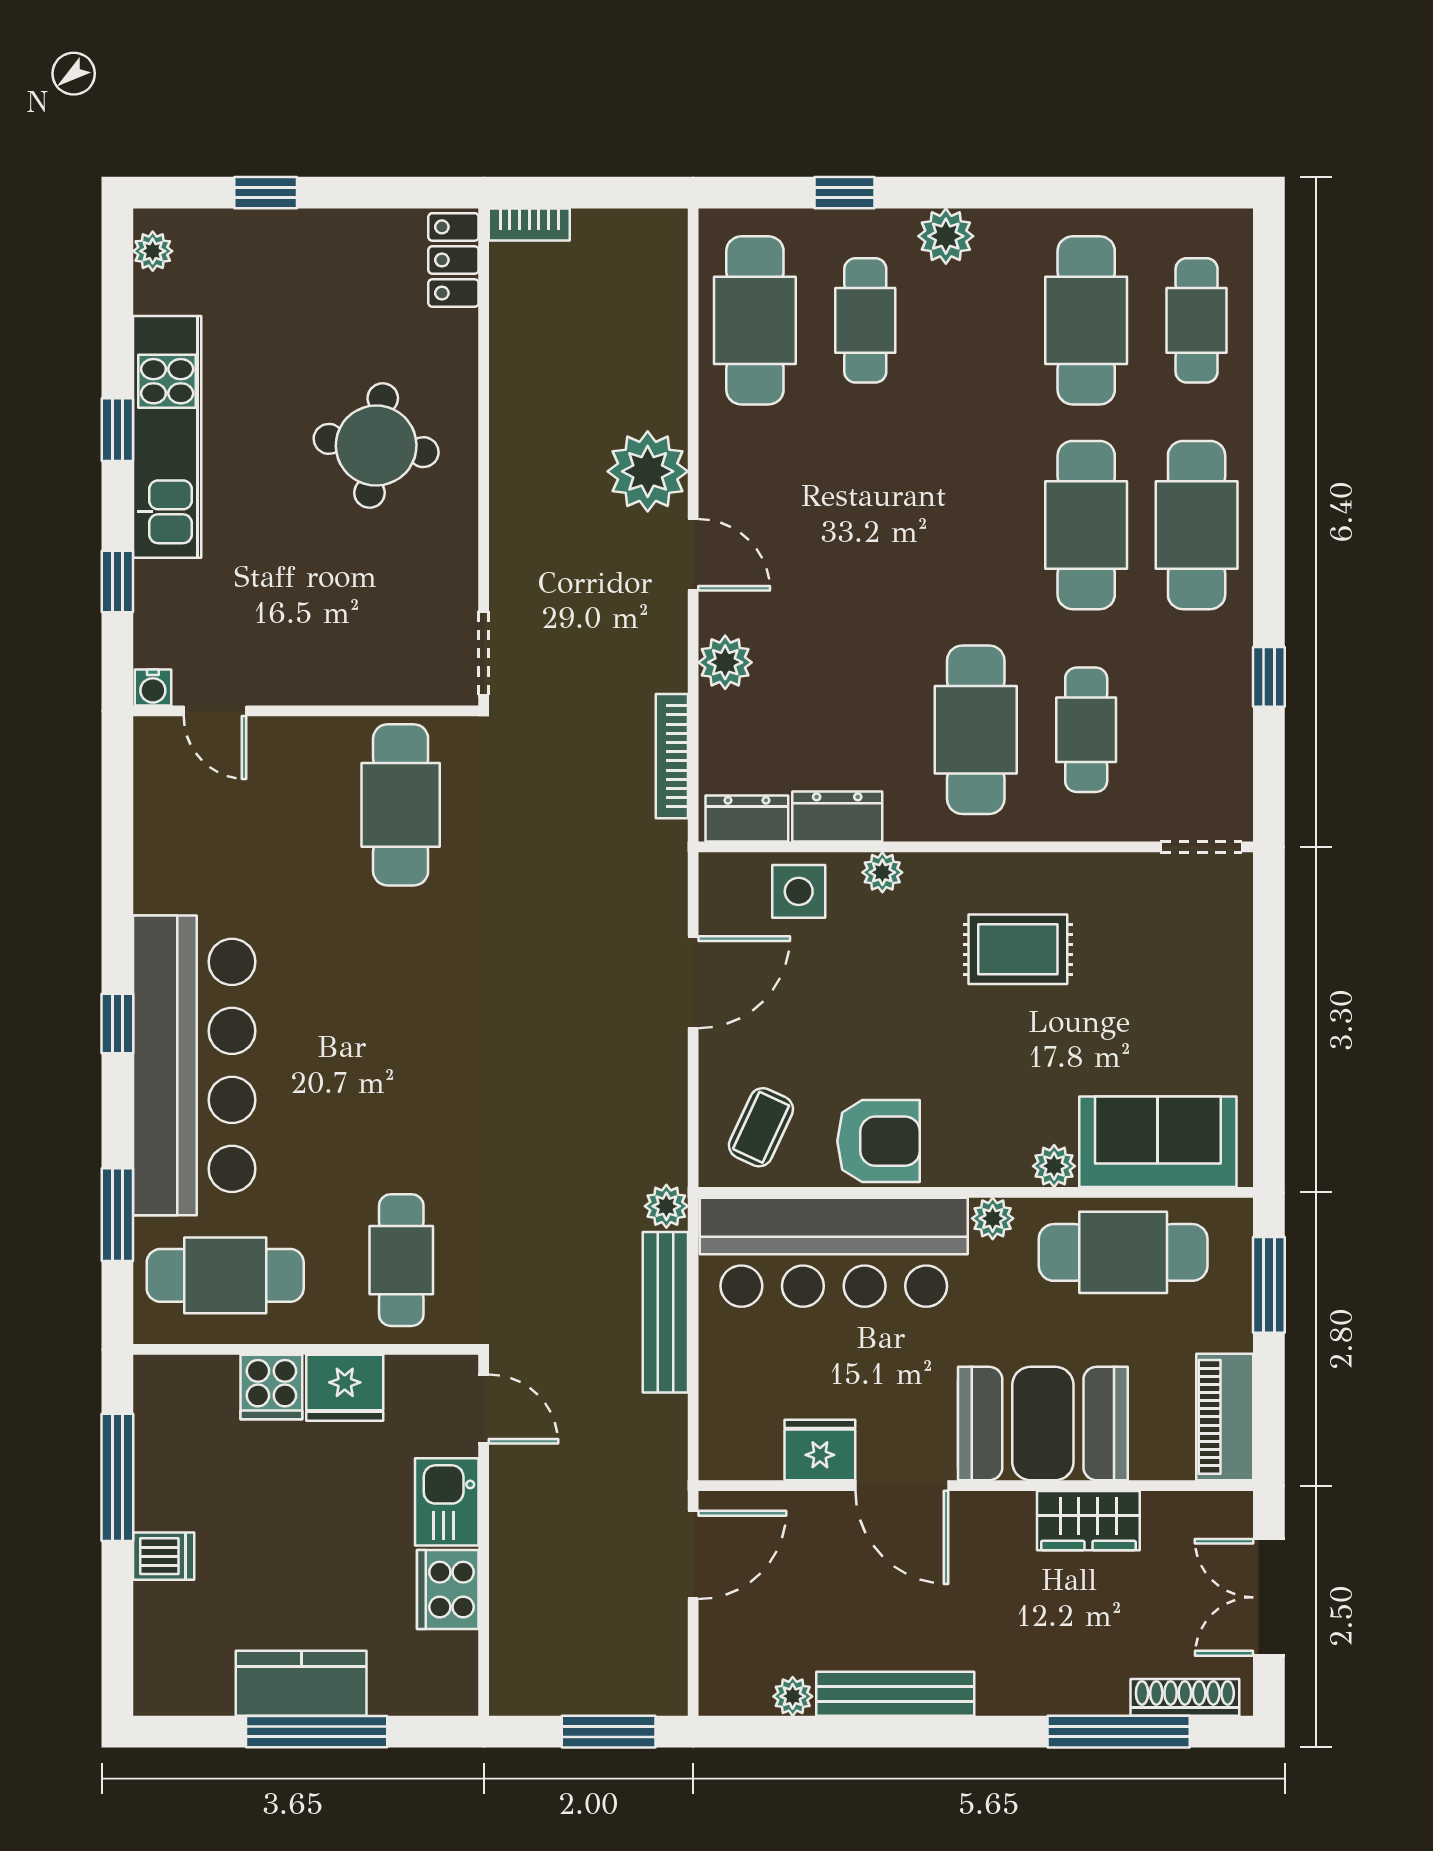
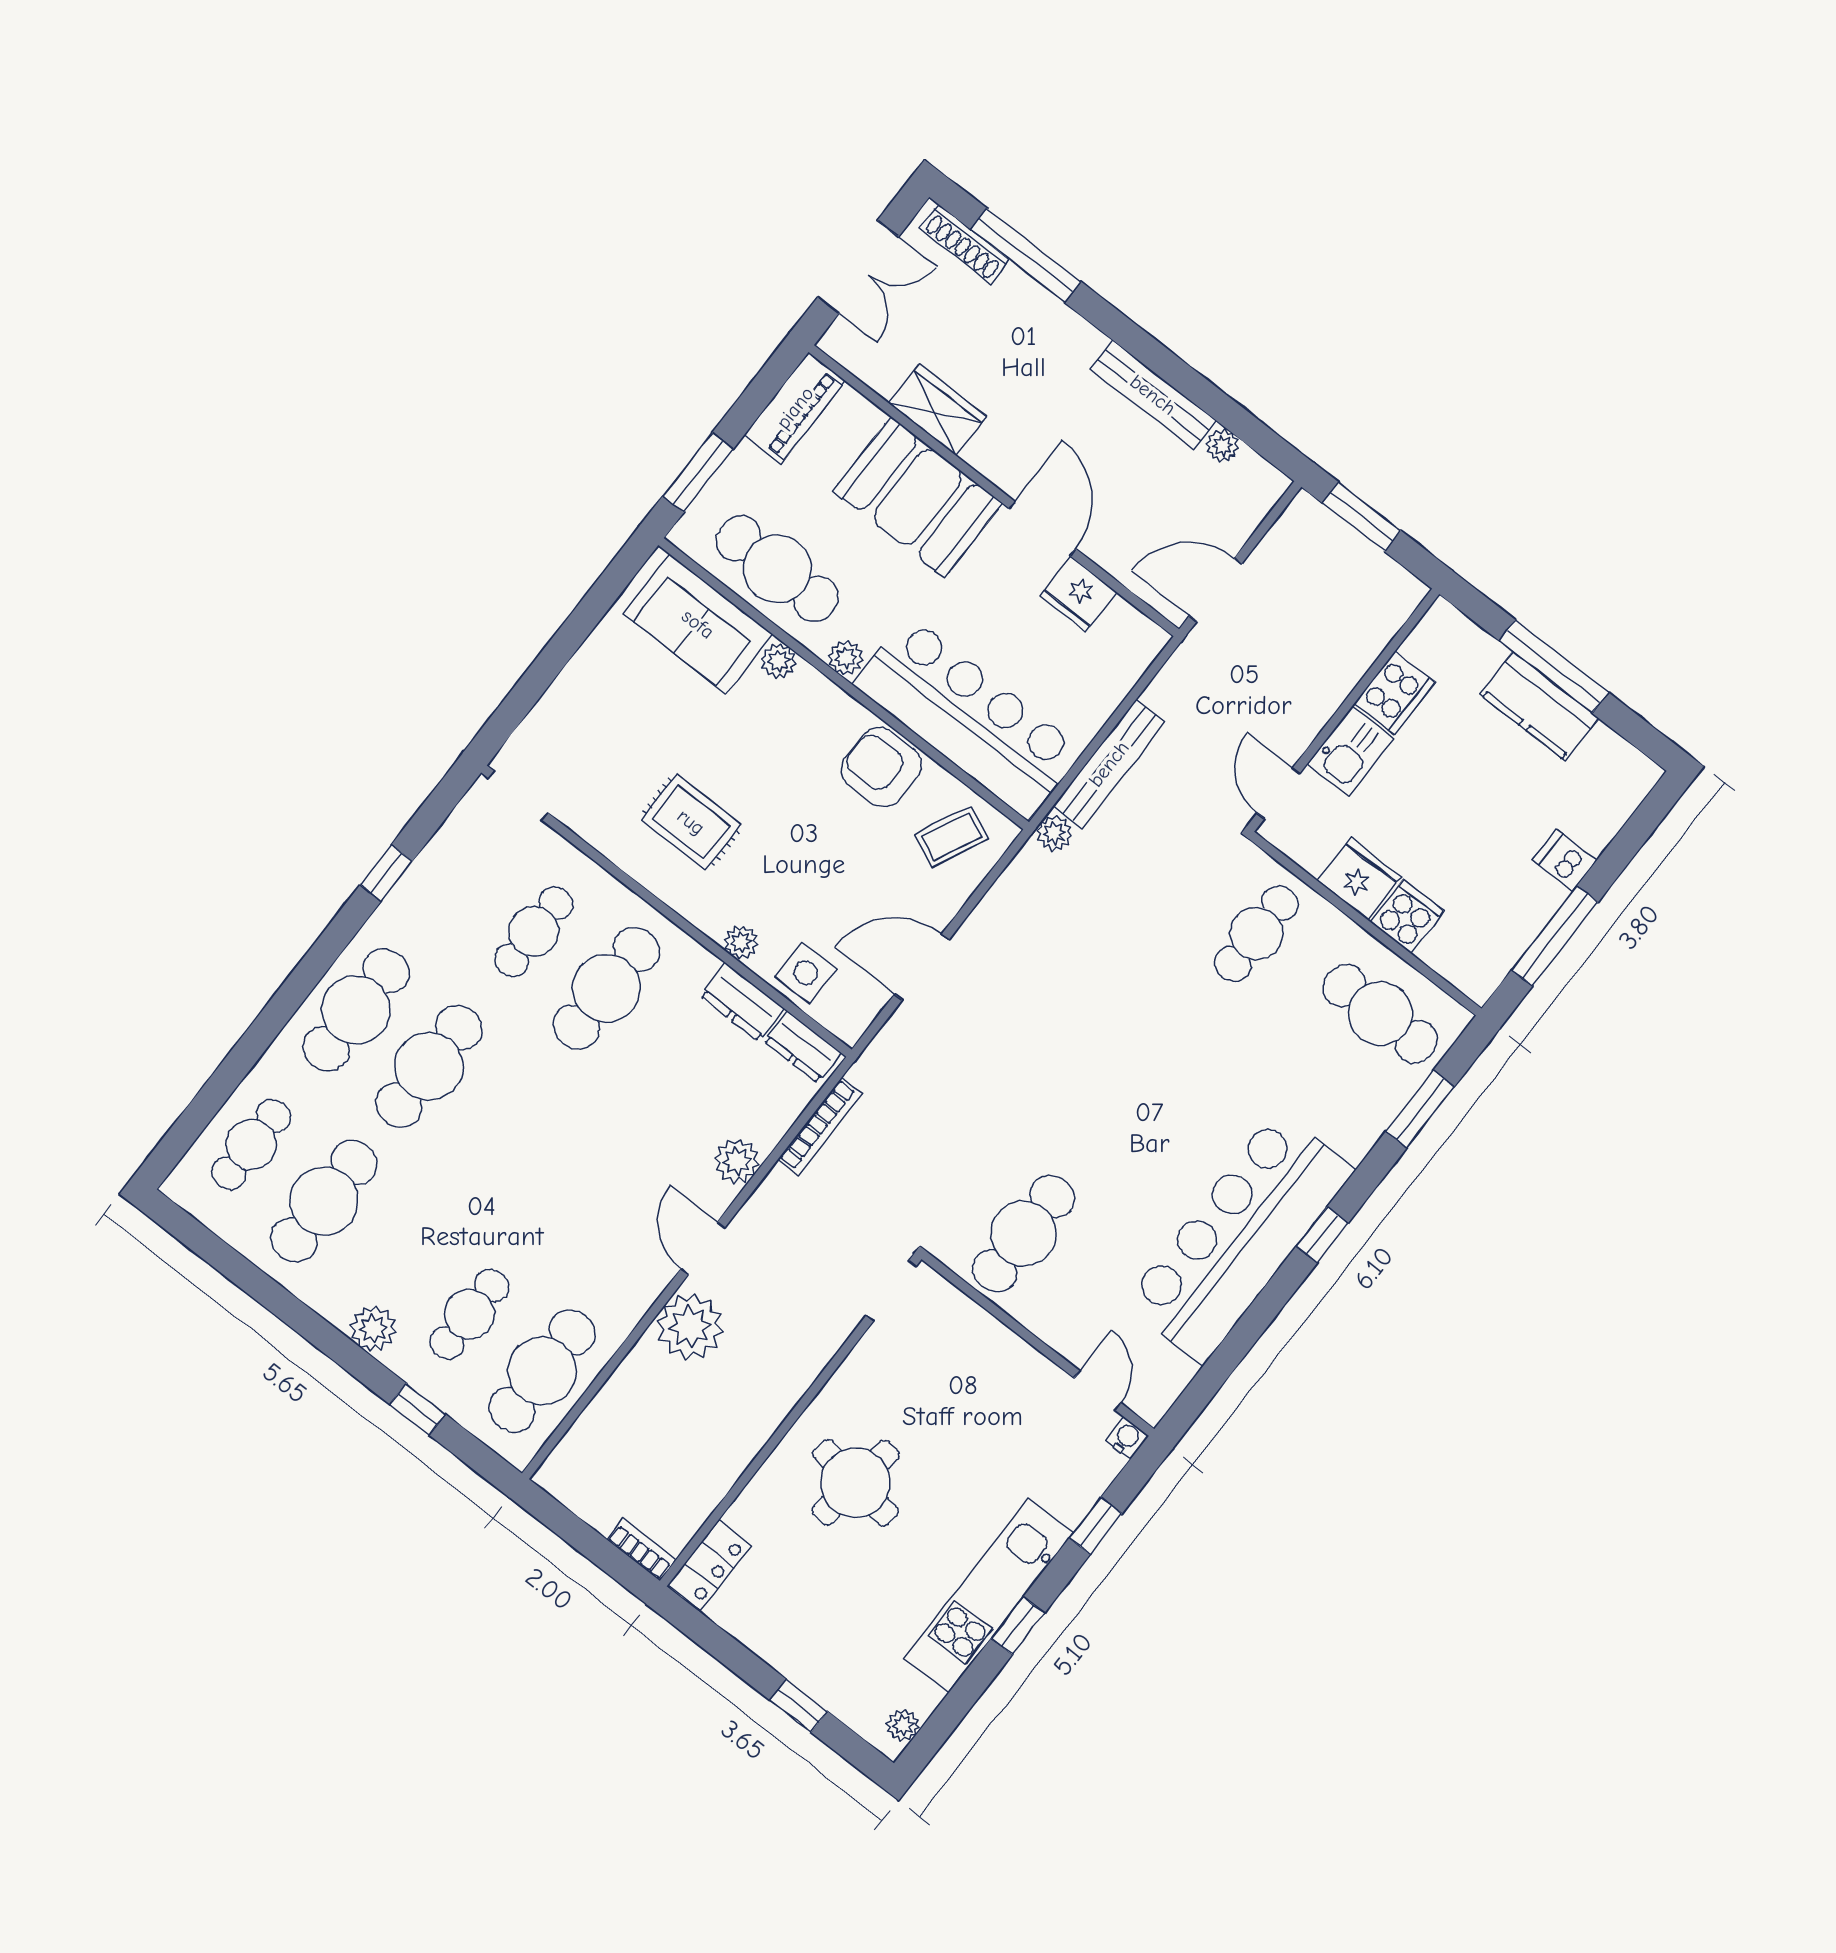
bar counter: (194, 1065) -> (1240, 1237), moved

